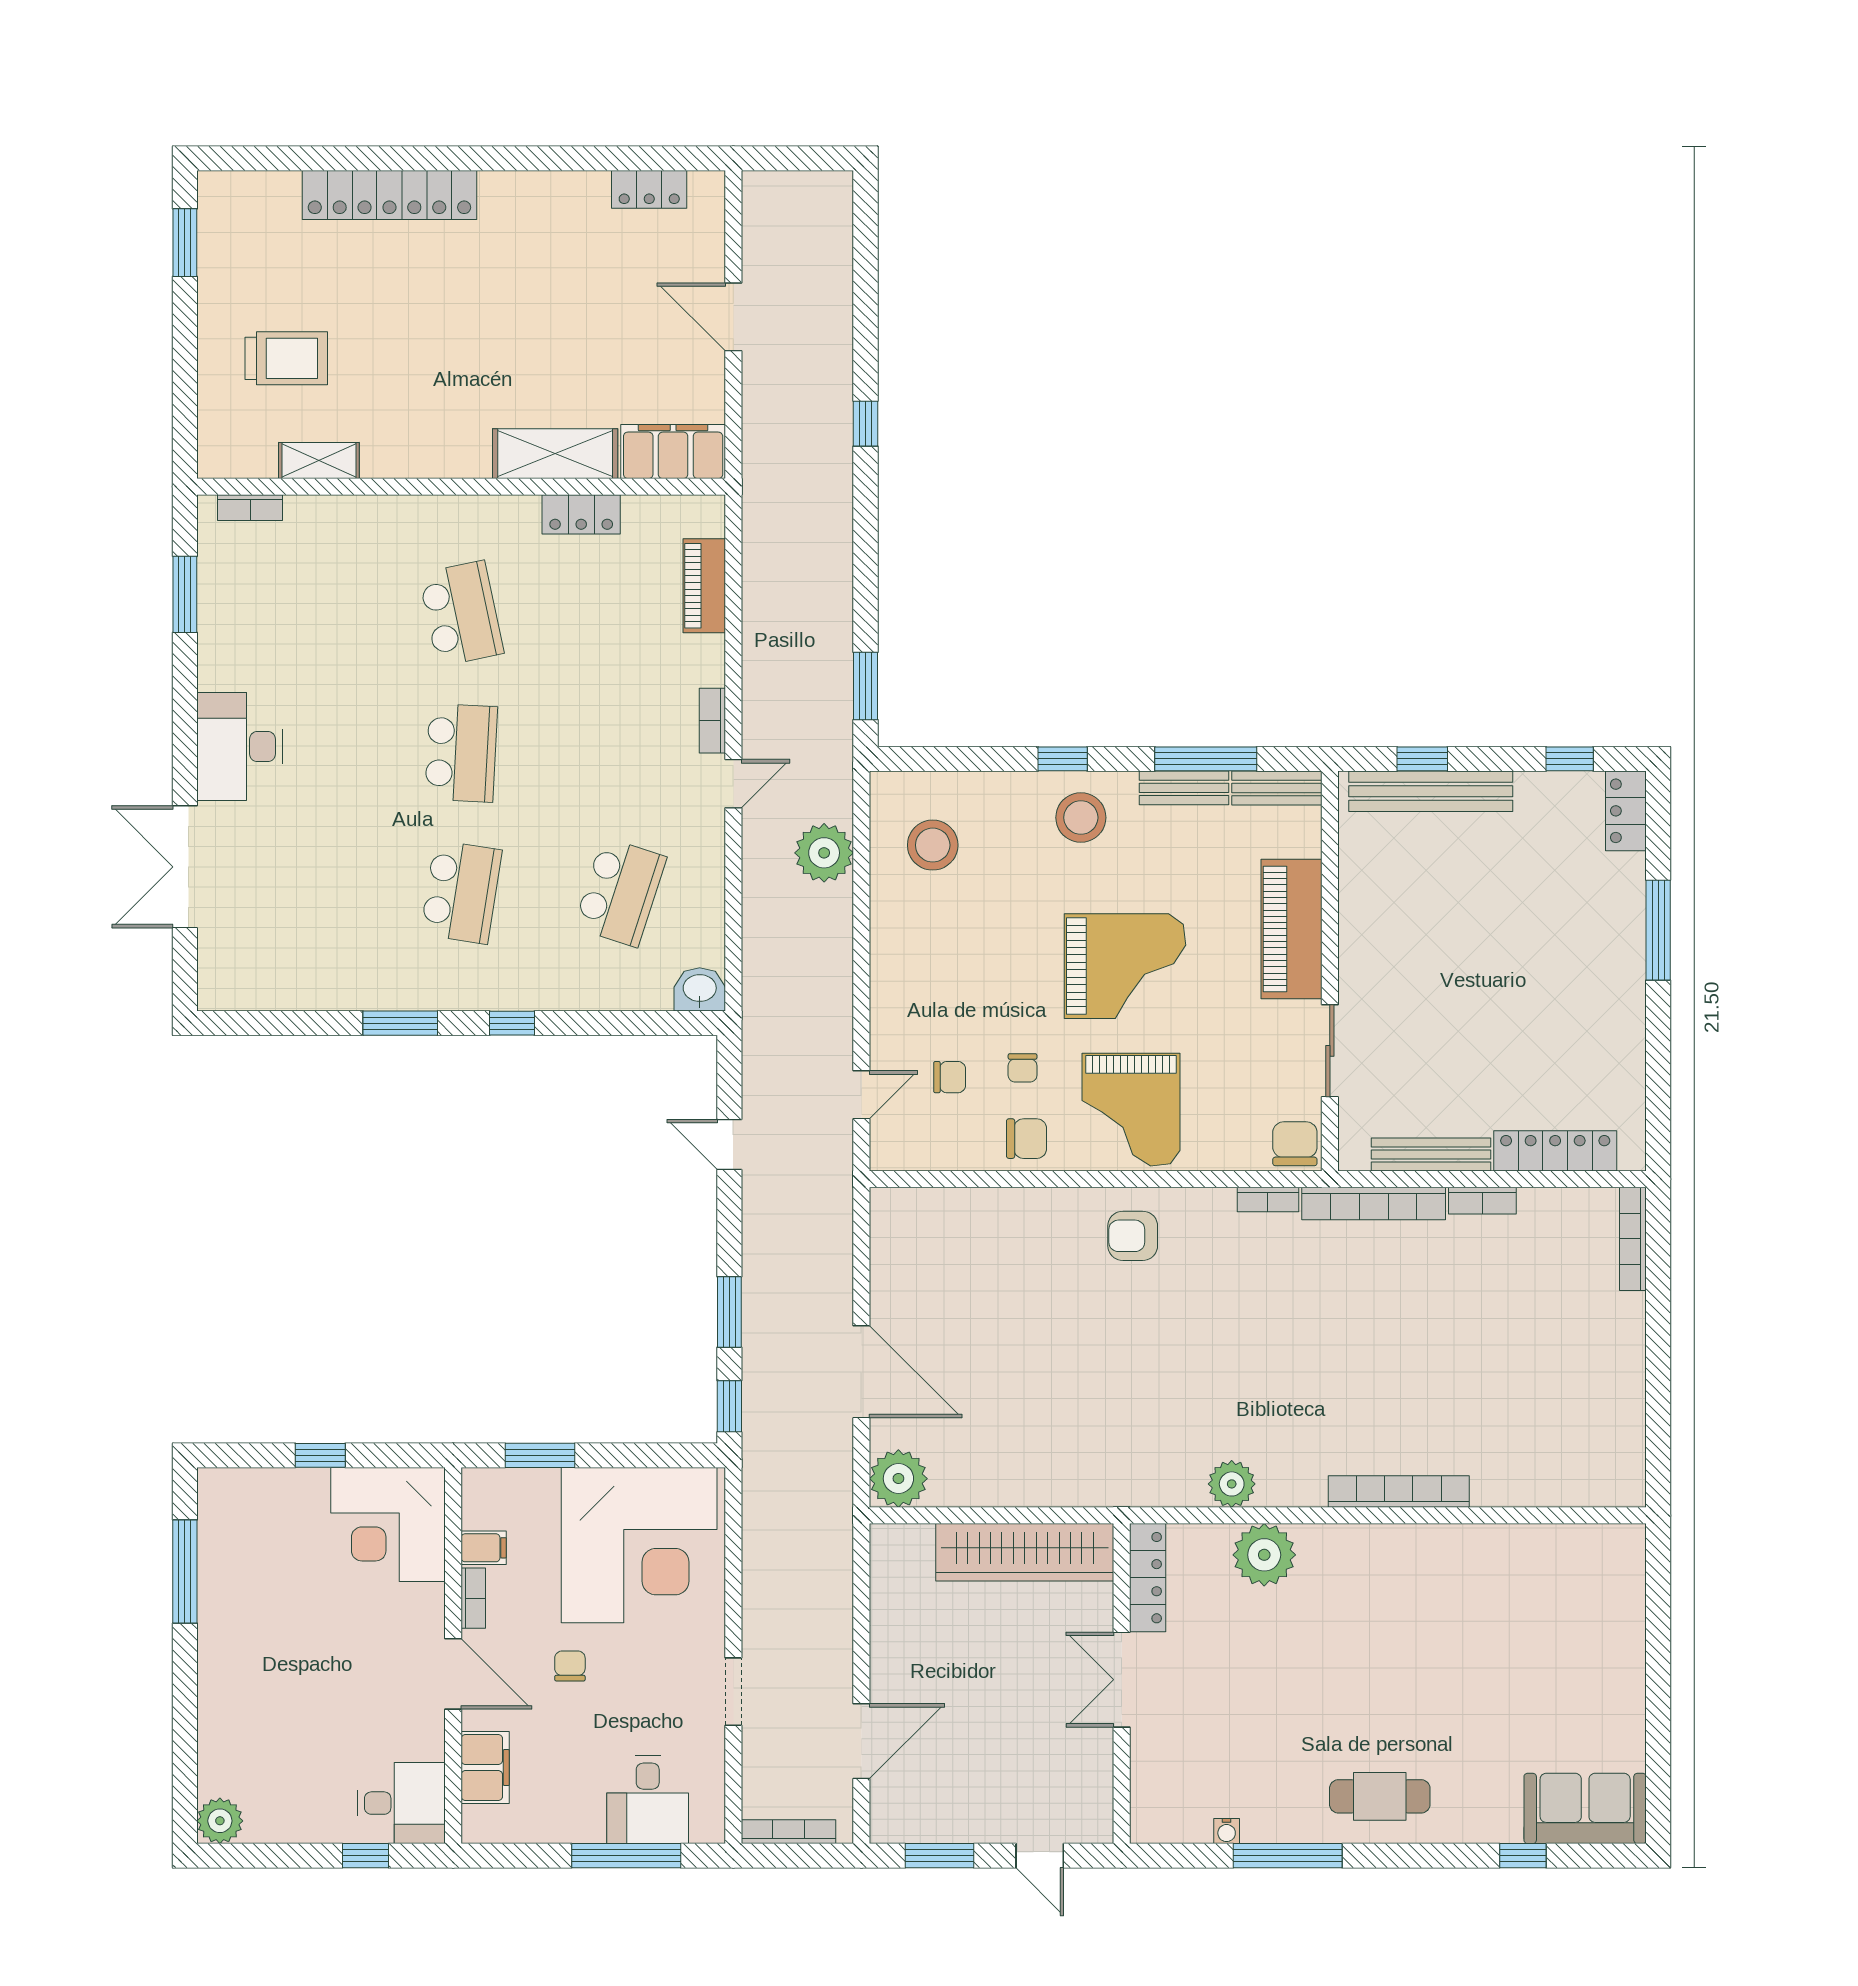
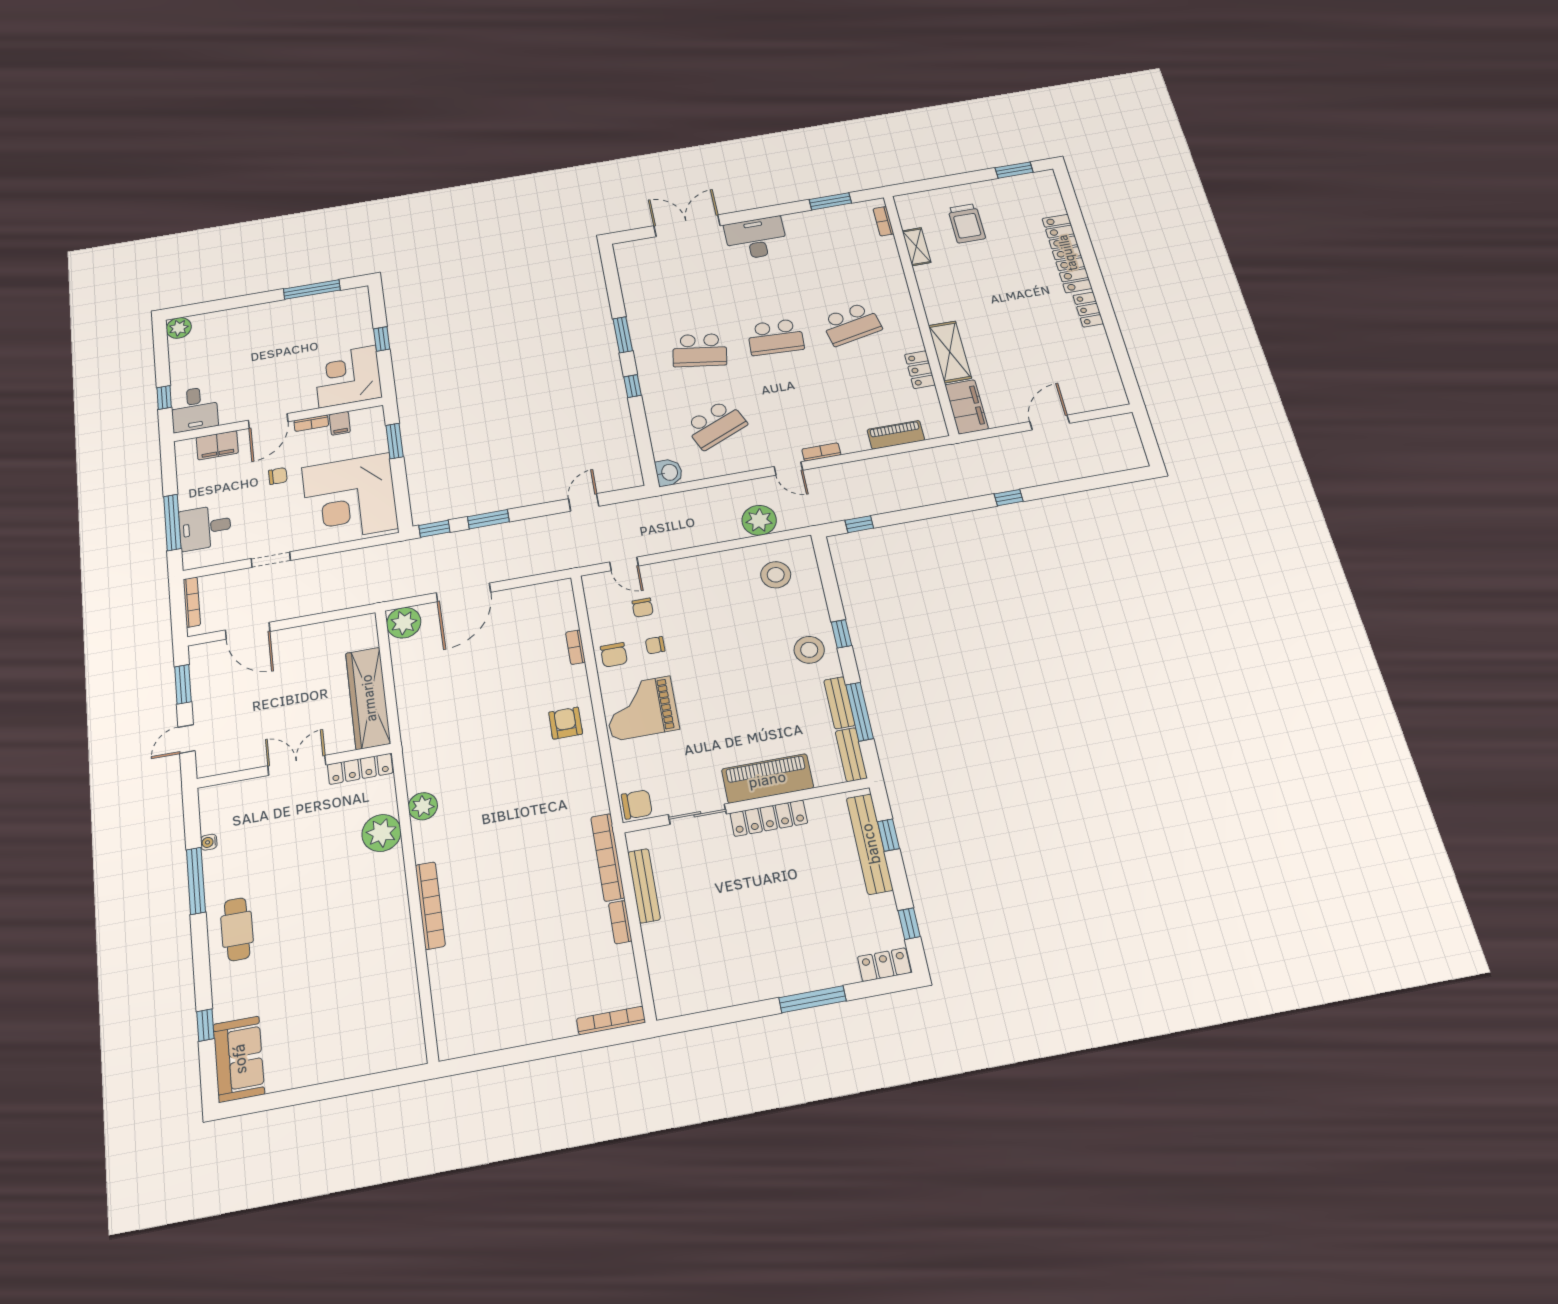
locker: (649, 189) -> (1088, 310), moved
window: (865, 686) -> (859, 524), width x0.67
school desk: (620, 892) -> (715, 425), turned -42
grand piano: (1125, 966) -> (726, 690), removed
locker: (1555, 1151) -> (769, 818), moved, turned 90
bookcase: (1268, 1199) -> (575, 647), moved

